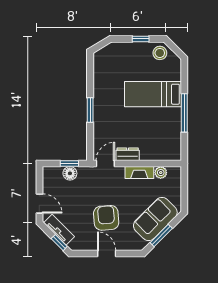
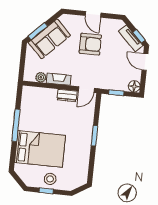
stool: (160, 53) -> (50, 179), moved
bed: (153, 94) -> (40, 149), width x1.50
floor lamp: (70, 173) -> (134, 86), moved
armchair: (106, 218) -> (90, 44), turned -86
window: (161, 236) -> (38, 31), moved
window: (59, 243) -> (139, 36), moved

